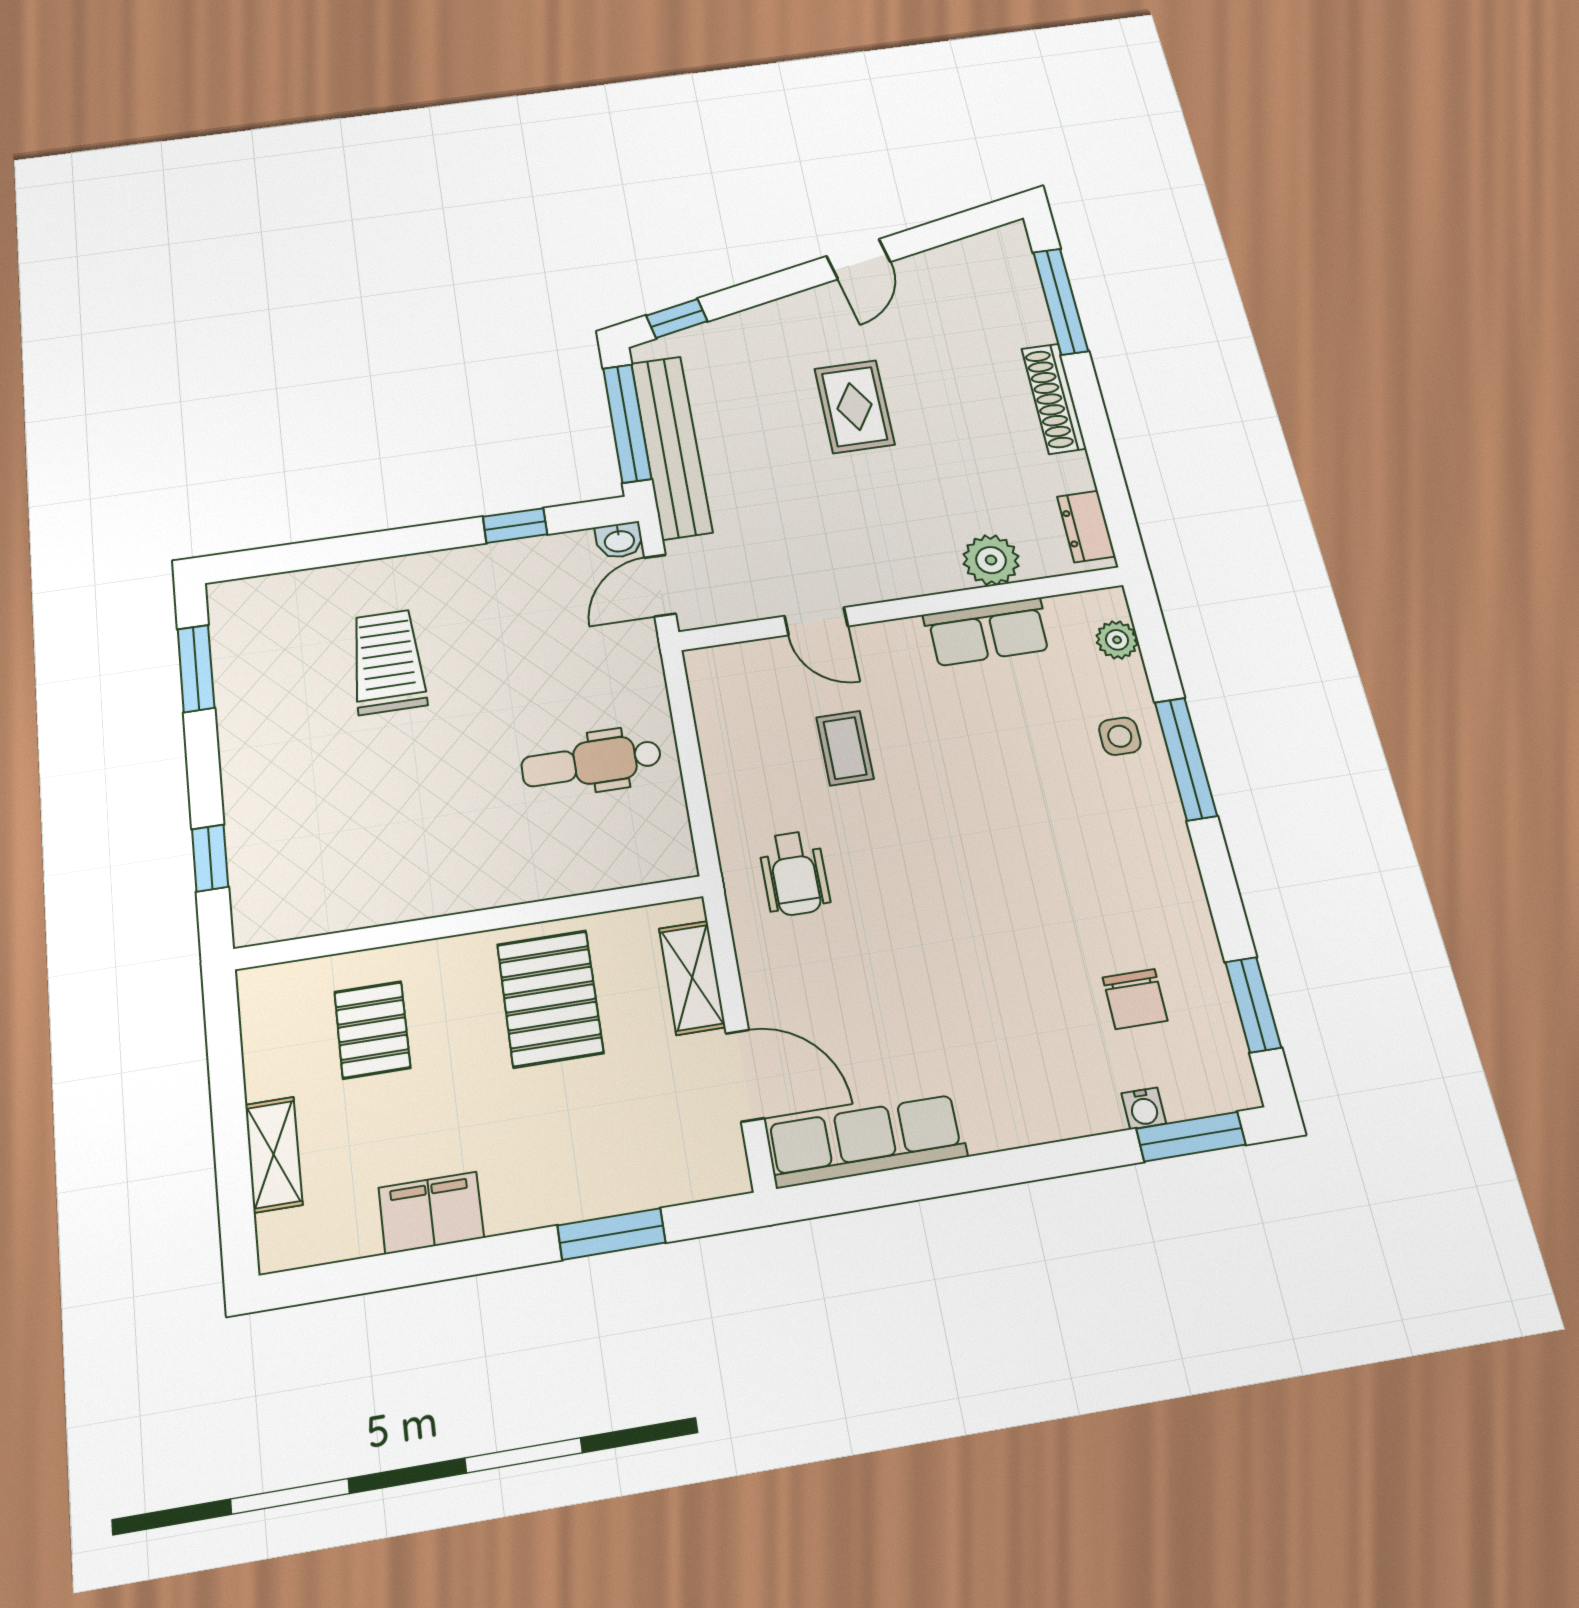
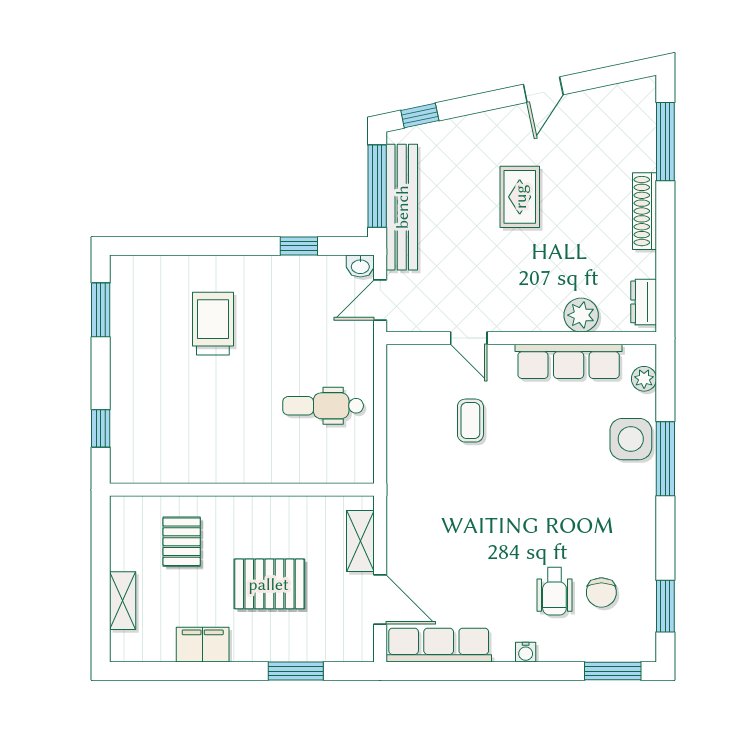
row of seats: (987, 632) -> (569, 361), width x1.48
side table: (1120, 736) -> (631, 439), width x1.87, depth x1.87
wheelchair: (794, 874) -> (554, 591), moved
pallet: (550, 998) -> (269, 584), moved, turned 90
water cooler: (1144, 1108) -> (526, 652), moved

